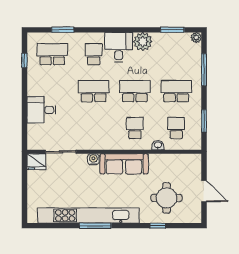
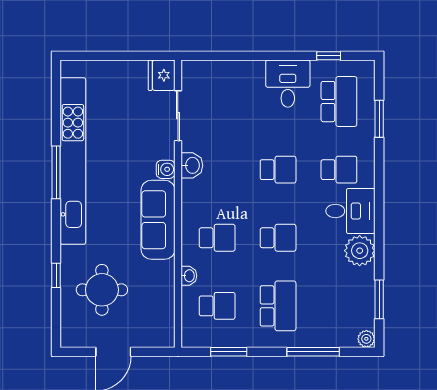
school desk: (94, 91) -> (278, 170), width x0.54
school desk: (135, 91) -> (278, 238), width x0.54
desk: (41, 110) -> (288, 84), moved
washbasin: (91, 143) -> (192, 165), added

